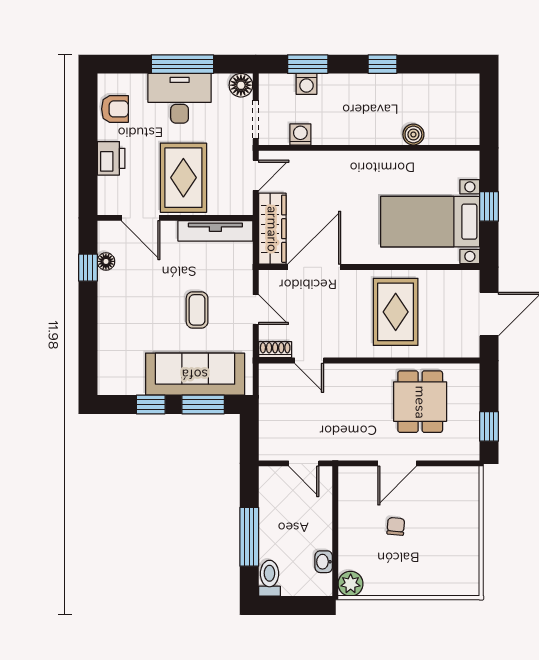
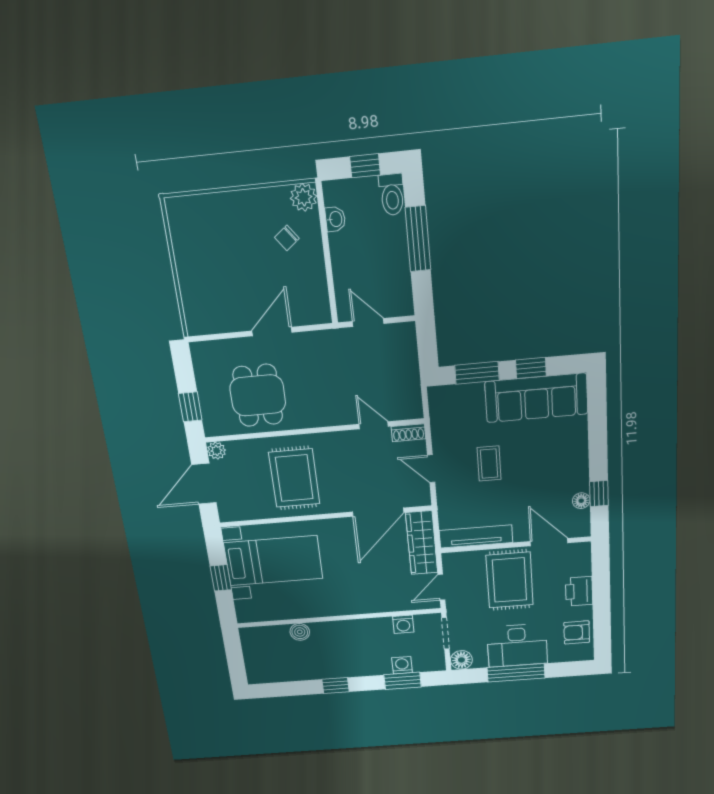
plant: (470, 348) -> (217, 451), added
sofa: (195, 374) -> (536, 398), moved
window: (489, 426) -> (190, 407), moved
chair: (396, 526) -> (287, 238), moved, turned 48
window: (291, 606) -> (365, 166), added

